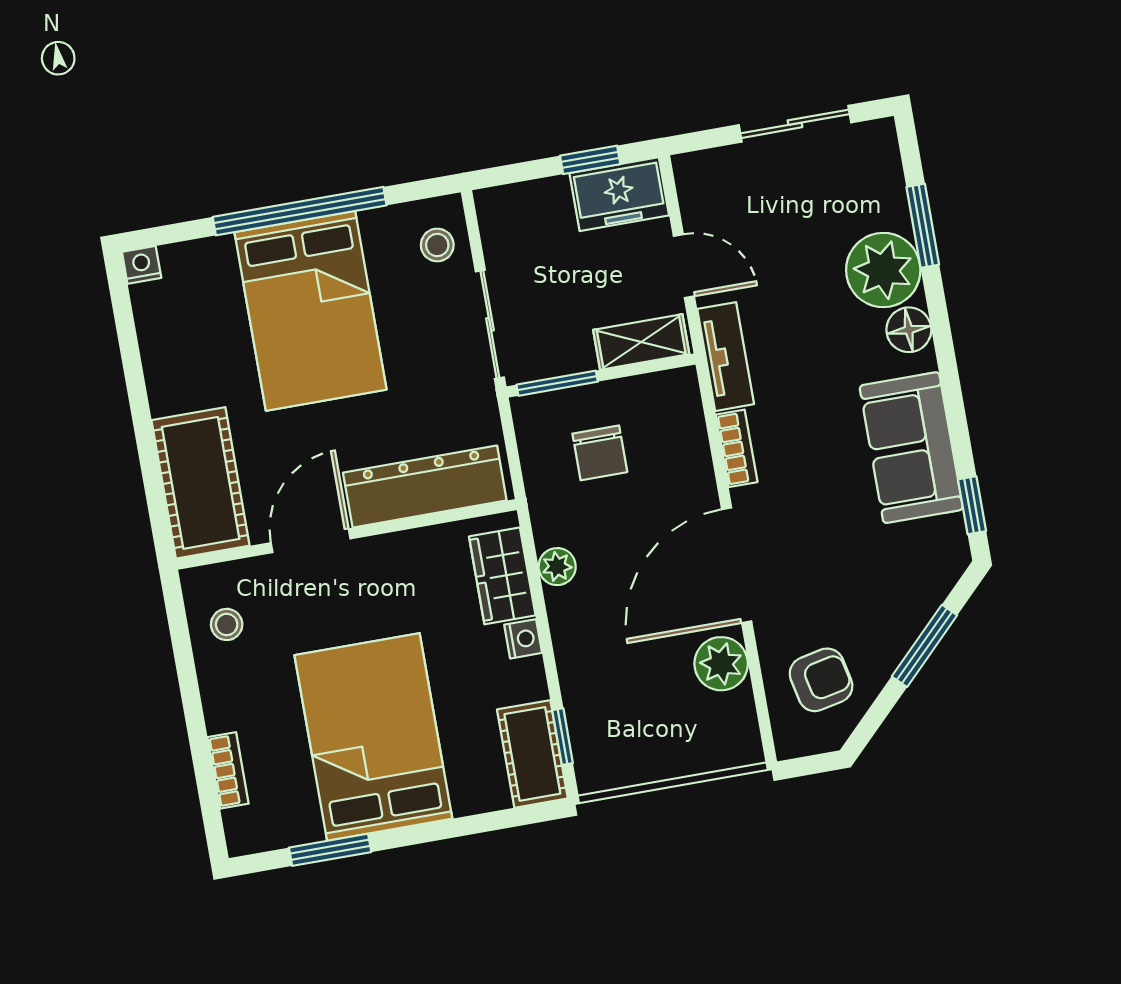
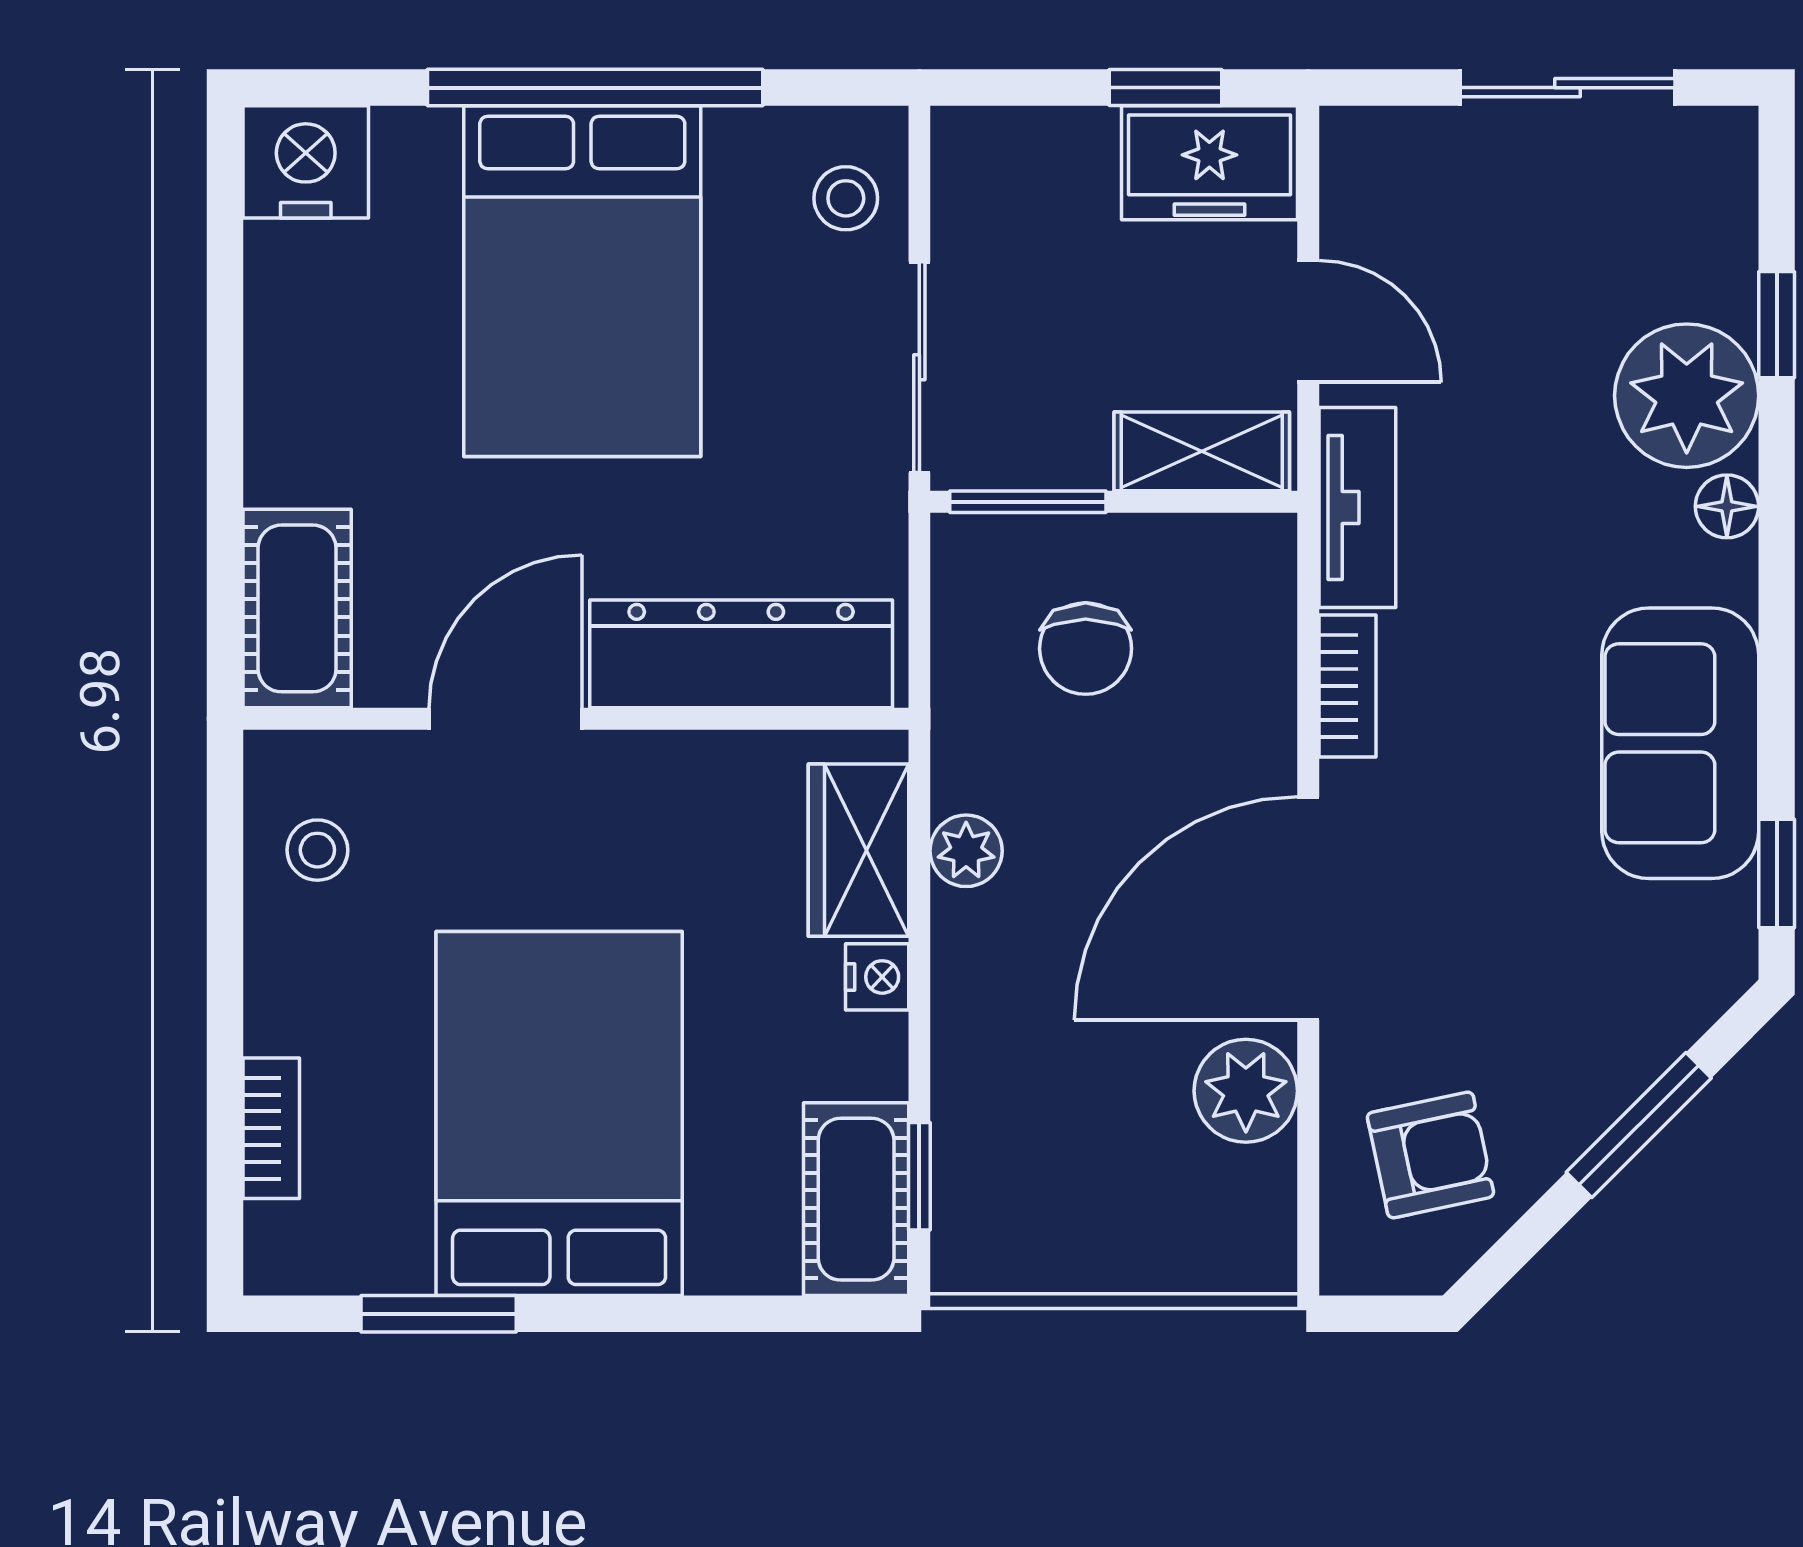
window: (923, 226) -> (1777, 325), width x0.67
nightstand: (142, 265) -> (306, 162), width x1.89, depth x1.79
floor lamp: (909, 330) -> (1727, 506), width x0.73, depth x0.73
cot: (201, 483) -> (297, 608), width x0.73, depth x0.75

